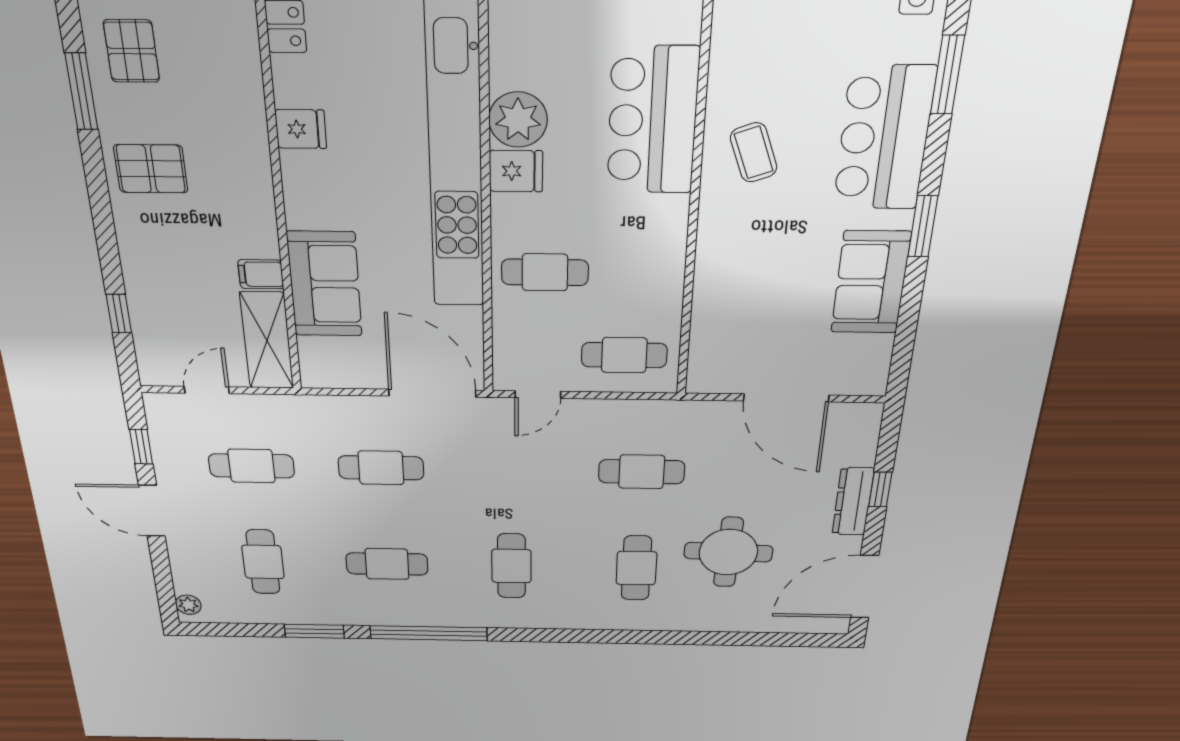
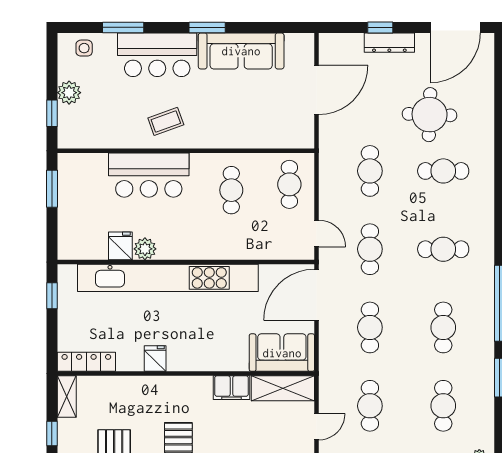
plant: (518, 120) -> (145, 249), width x0.73, depth x0.73
fridge: (516, 171) -> (120, 246), moved
cafe table: (545, 272) -> (231, 190), moved
filing cabinet: (261, 274) -> (231, 388), width x2.00
sofa: (871, 282) -> (241, 51), width x1.36
sofa: (325, 284) -> (282, 353), moved
door: (207, 390) -> (317, 427), swing flipped
cafe table: (511, 470) -> (370, 249), added
cafe table: (263, 562) -> (443, 406), turned 90
door: (865, 587) -> (455, 27), hinge flipped

